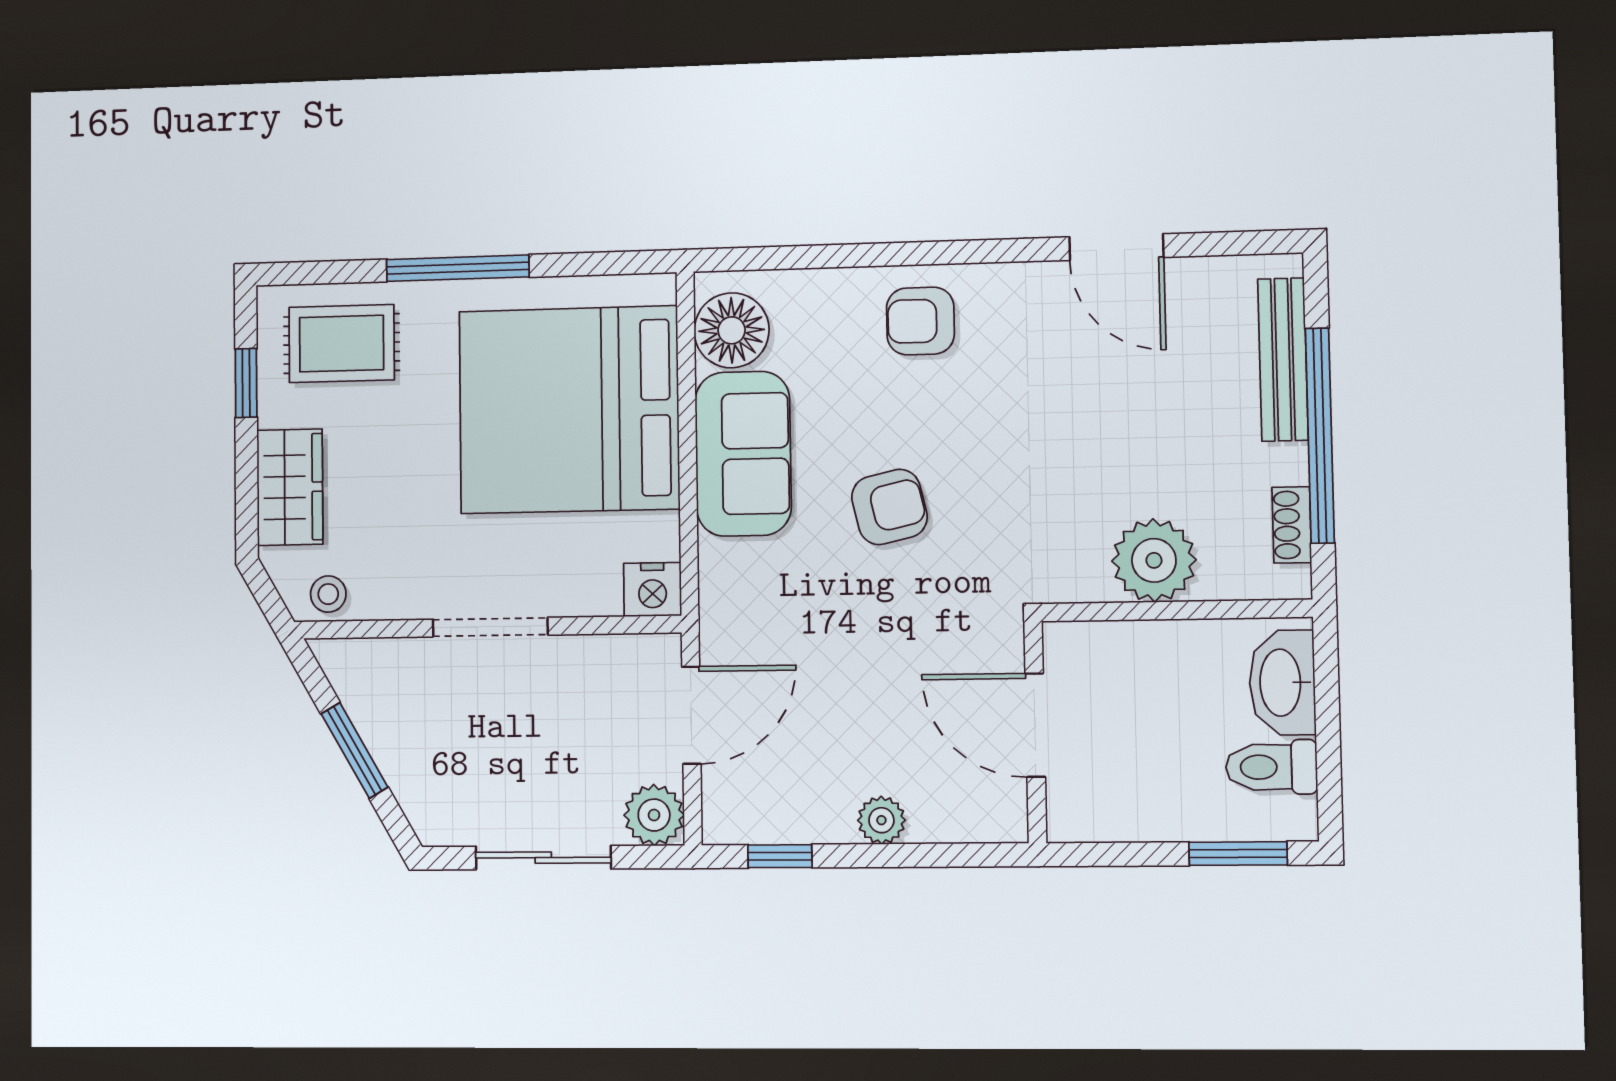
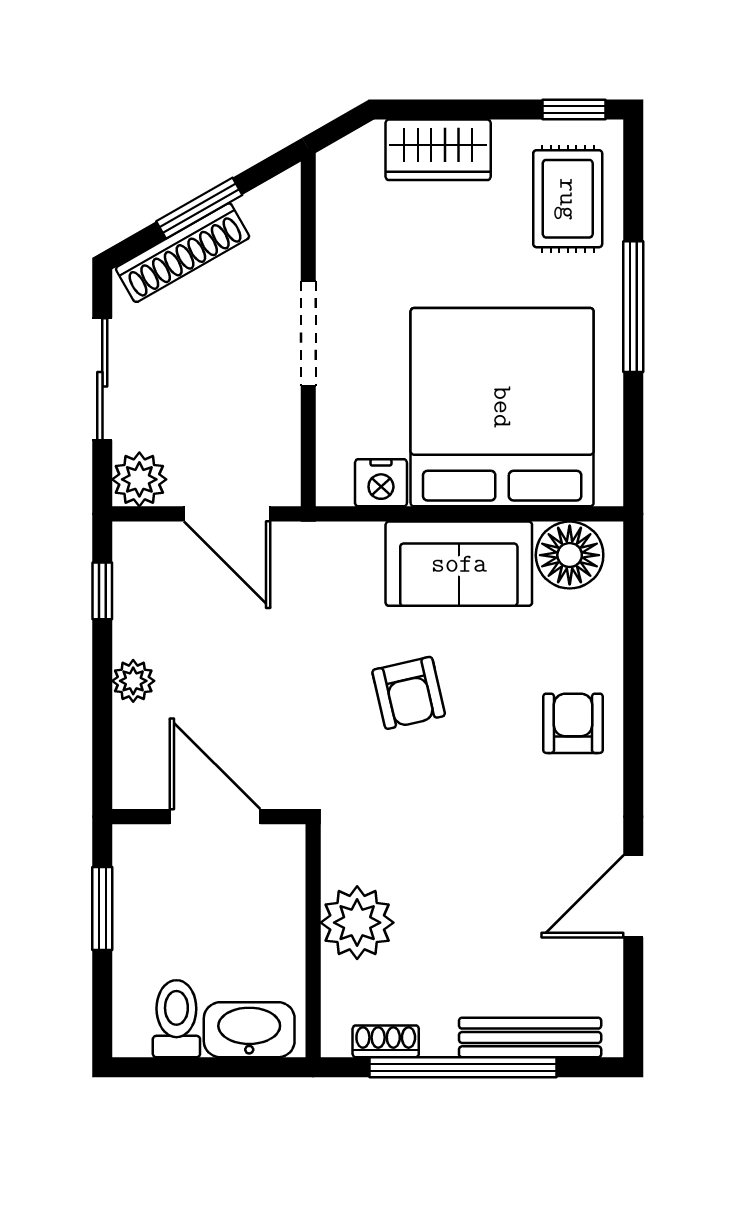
window: (246, 383) -> (574, 109), moved
nightstand: (653, 590) -> (381, 483), moved, turned -90
stool: (328, 594) -> (340, 185), removed
door: (1035, 725) -> (215, 817), hinge flipped
shoe rack: (403, 769) -> (183, 253), added
window: (1238, 854) -> (102, 909), moved

